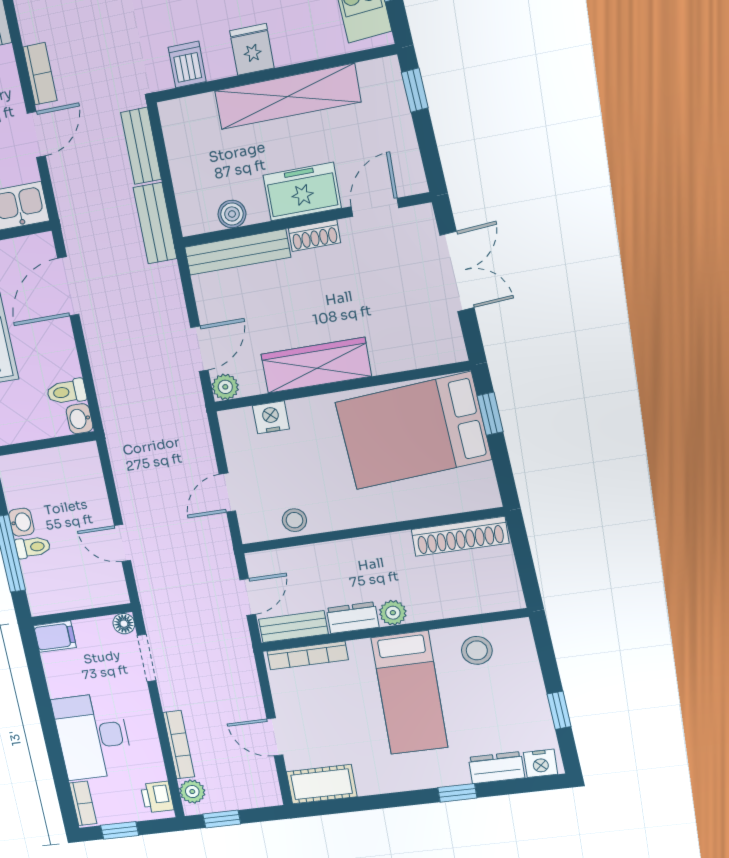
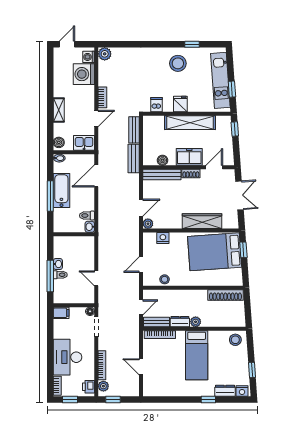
wardrobe: (316, 365) -> (202, 221), moved
stool: (477, 650) -> (235, 340), moved
cot: (322, 784) -> (156, 389), removed

